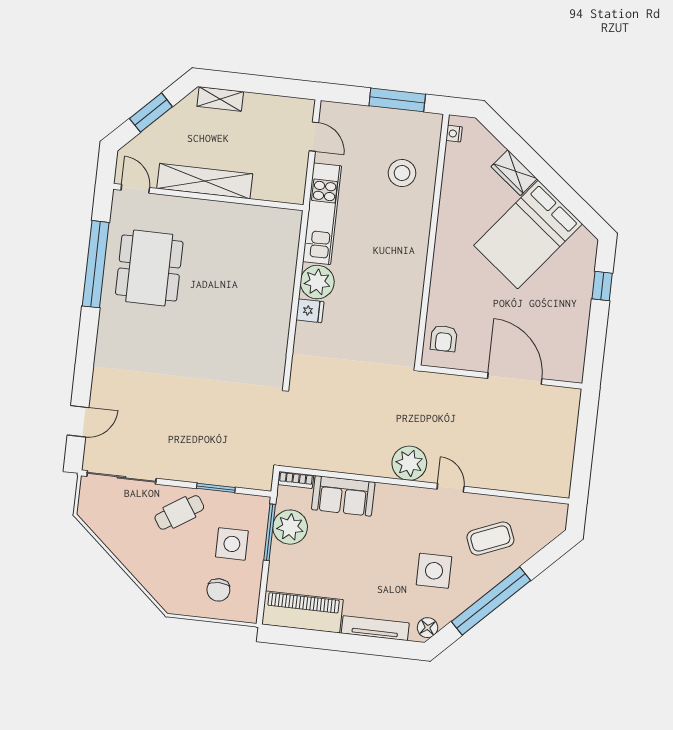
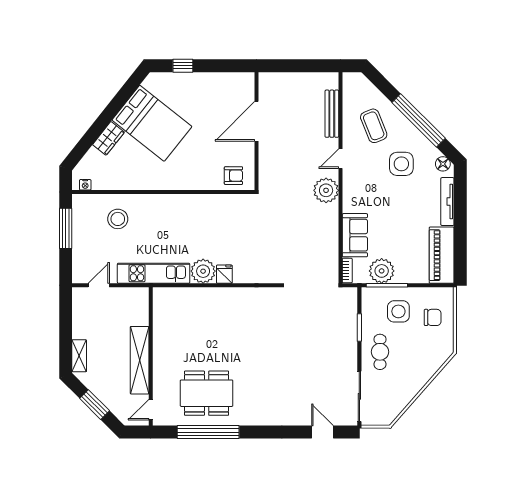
bench: (514, 483) -> (332, 114), added
cafe table: (179, 512) -> (380, 352), turned 33

